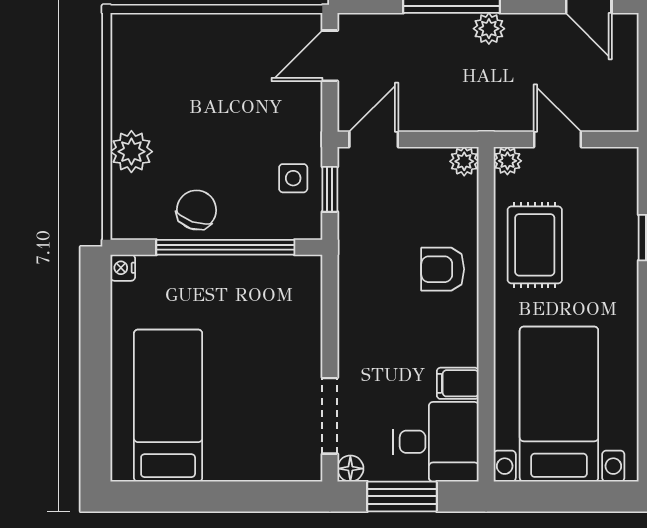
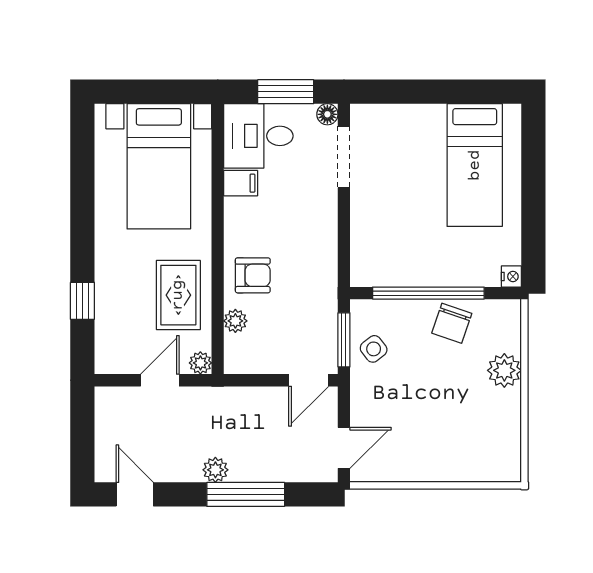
door: (558, 139) -> (160, 380), swing flipped
plant: (464, 161) -> (235, 321), moved
side table: (293, 178) -> (374, 349), turned -38
window: (330, 189) -> (344, 340), width x1.50

